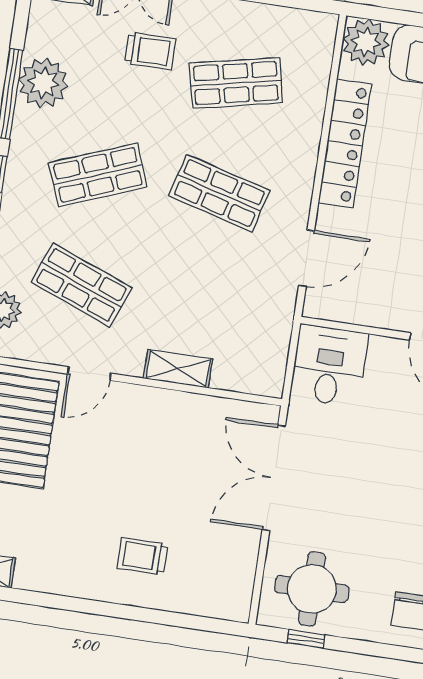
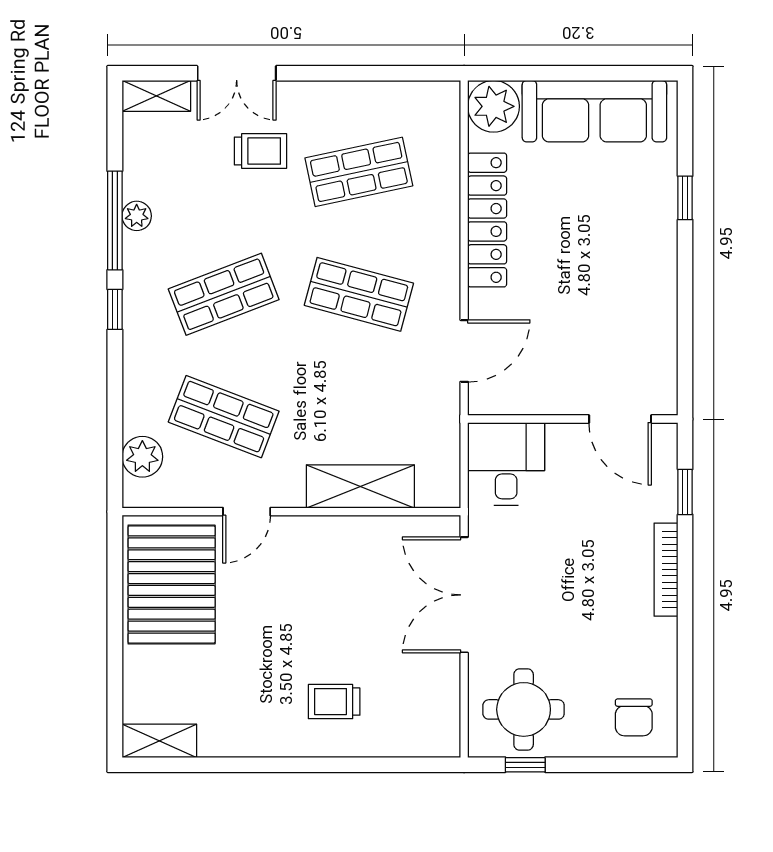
plant: (43, 83) -> (137, 216), width x0.53, depth x0.53
shelving: (178, 369) -> (360, 486), width x1.50, depth x1.33

